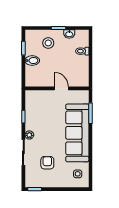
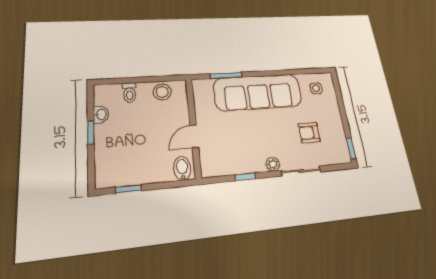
stool: (48, 43) -> (162, 92), moved
bidet: (32, 61) -> (182, 168), moved
door: (61, 88) -> (194, 136), moved

